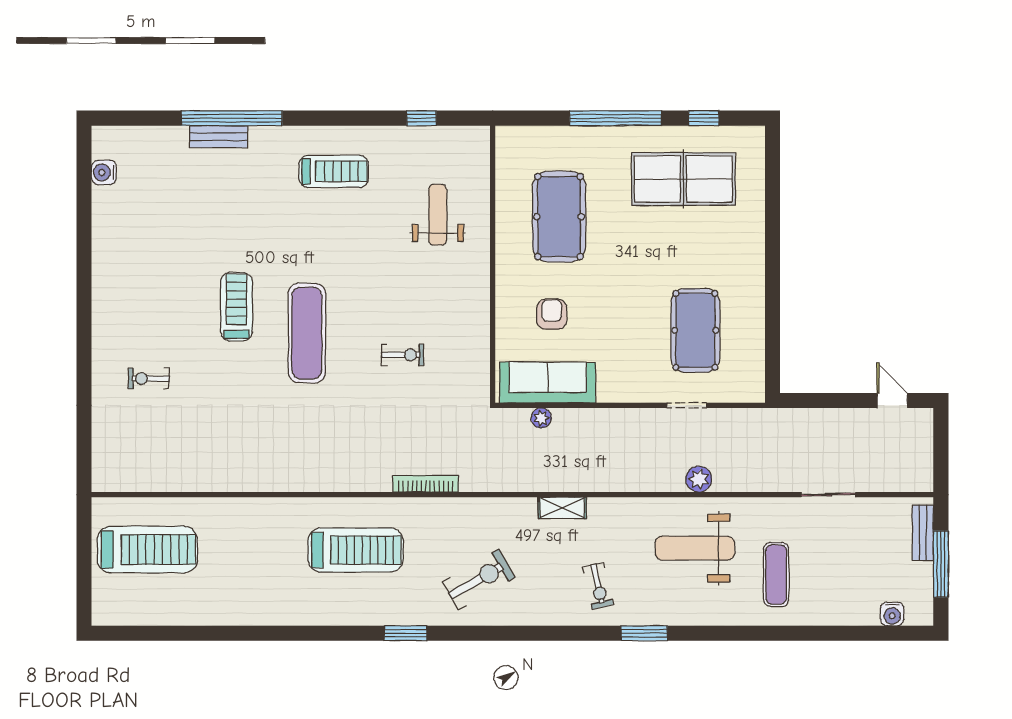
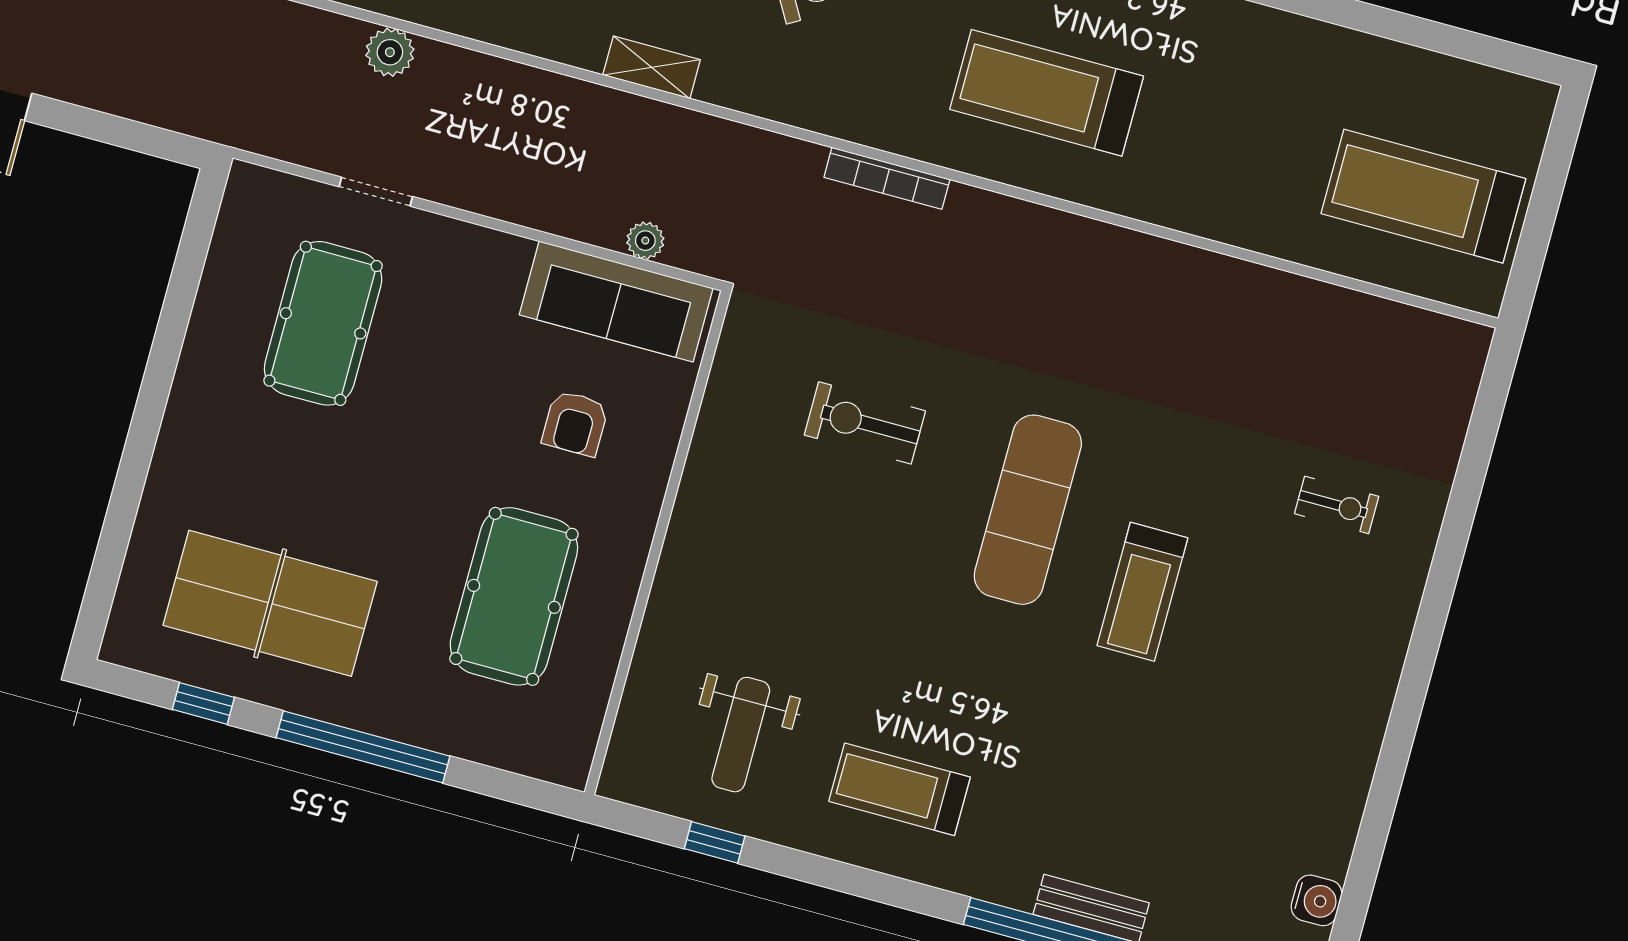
weight bench: (438, 215) -> (741, 735), moved
exercise bike: (403, 355) -> (865, 423), width x1.38, depth x1.39

